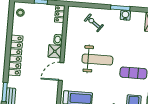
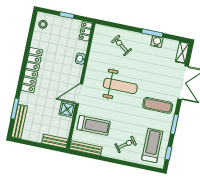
shower: (55, 51) -> (67, 109), moved

